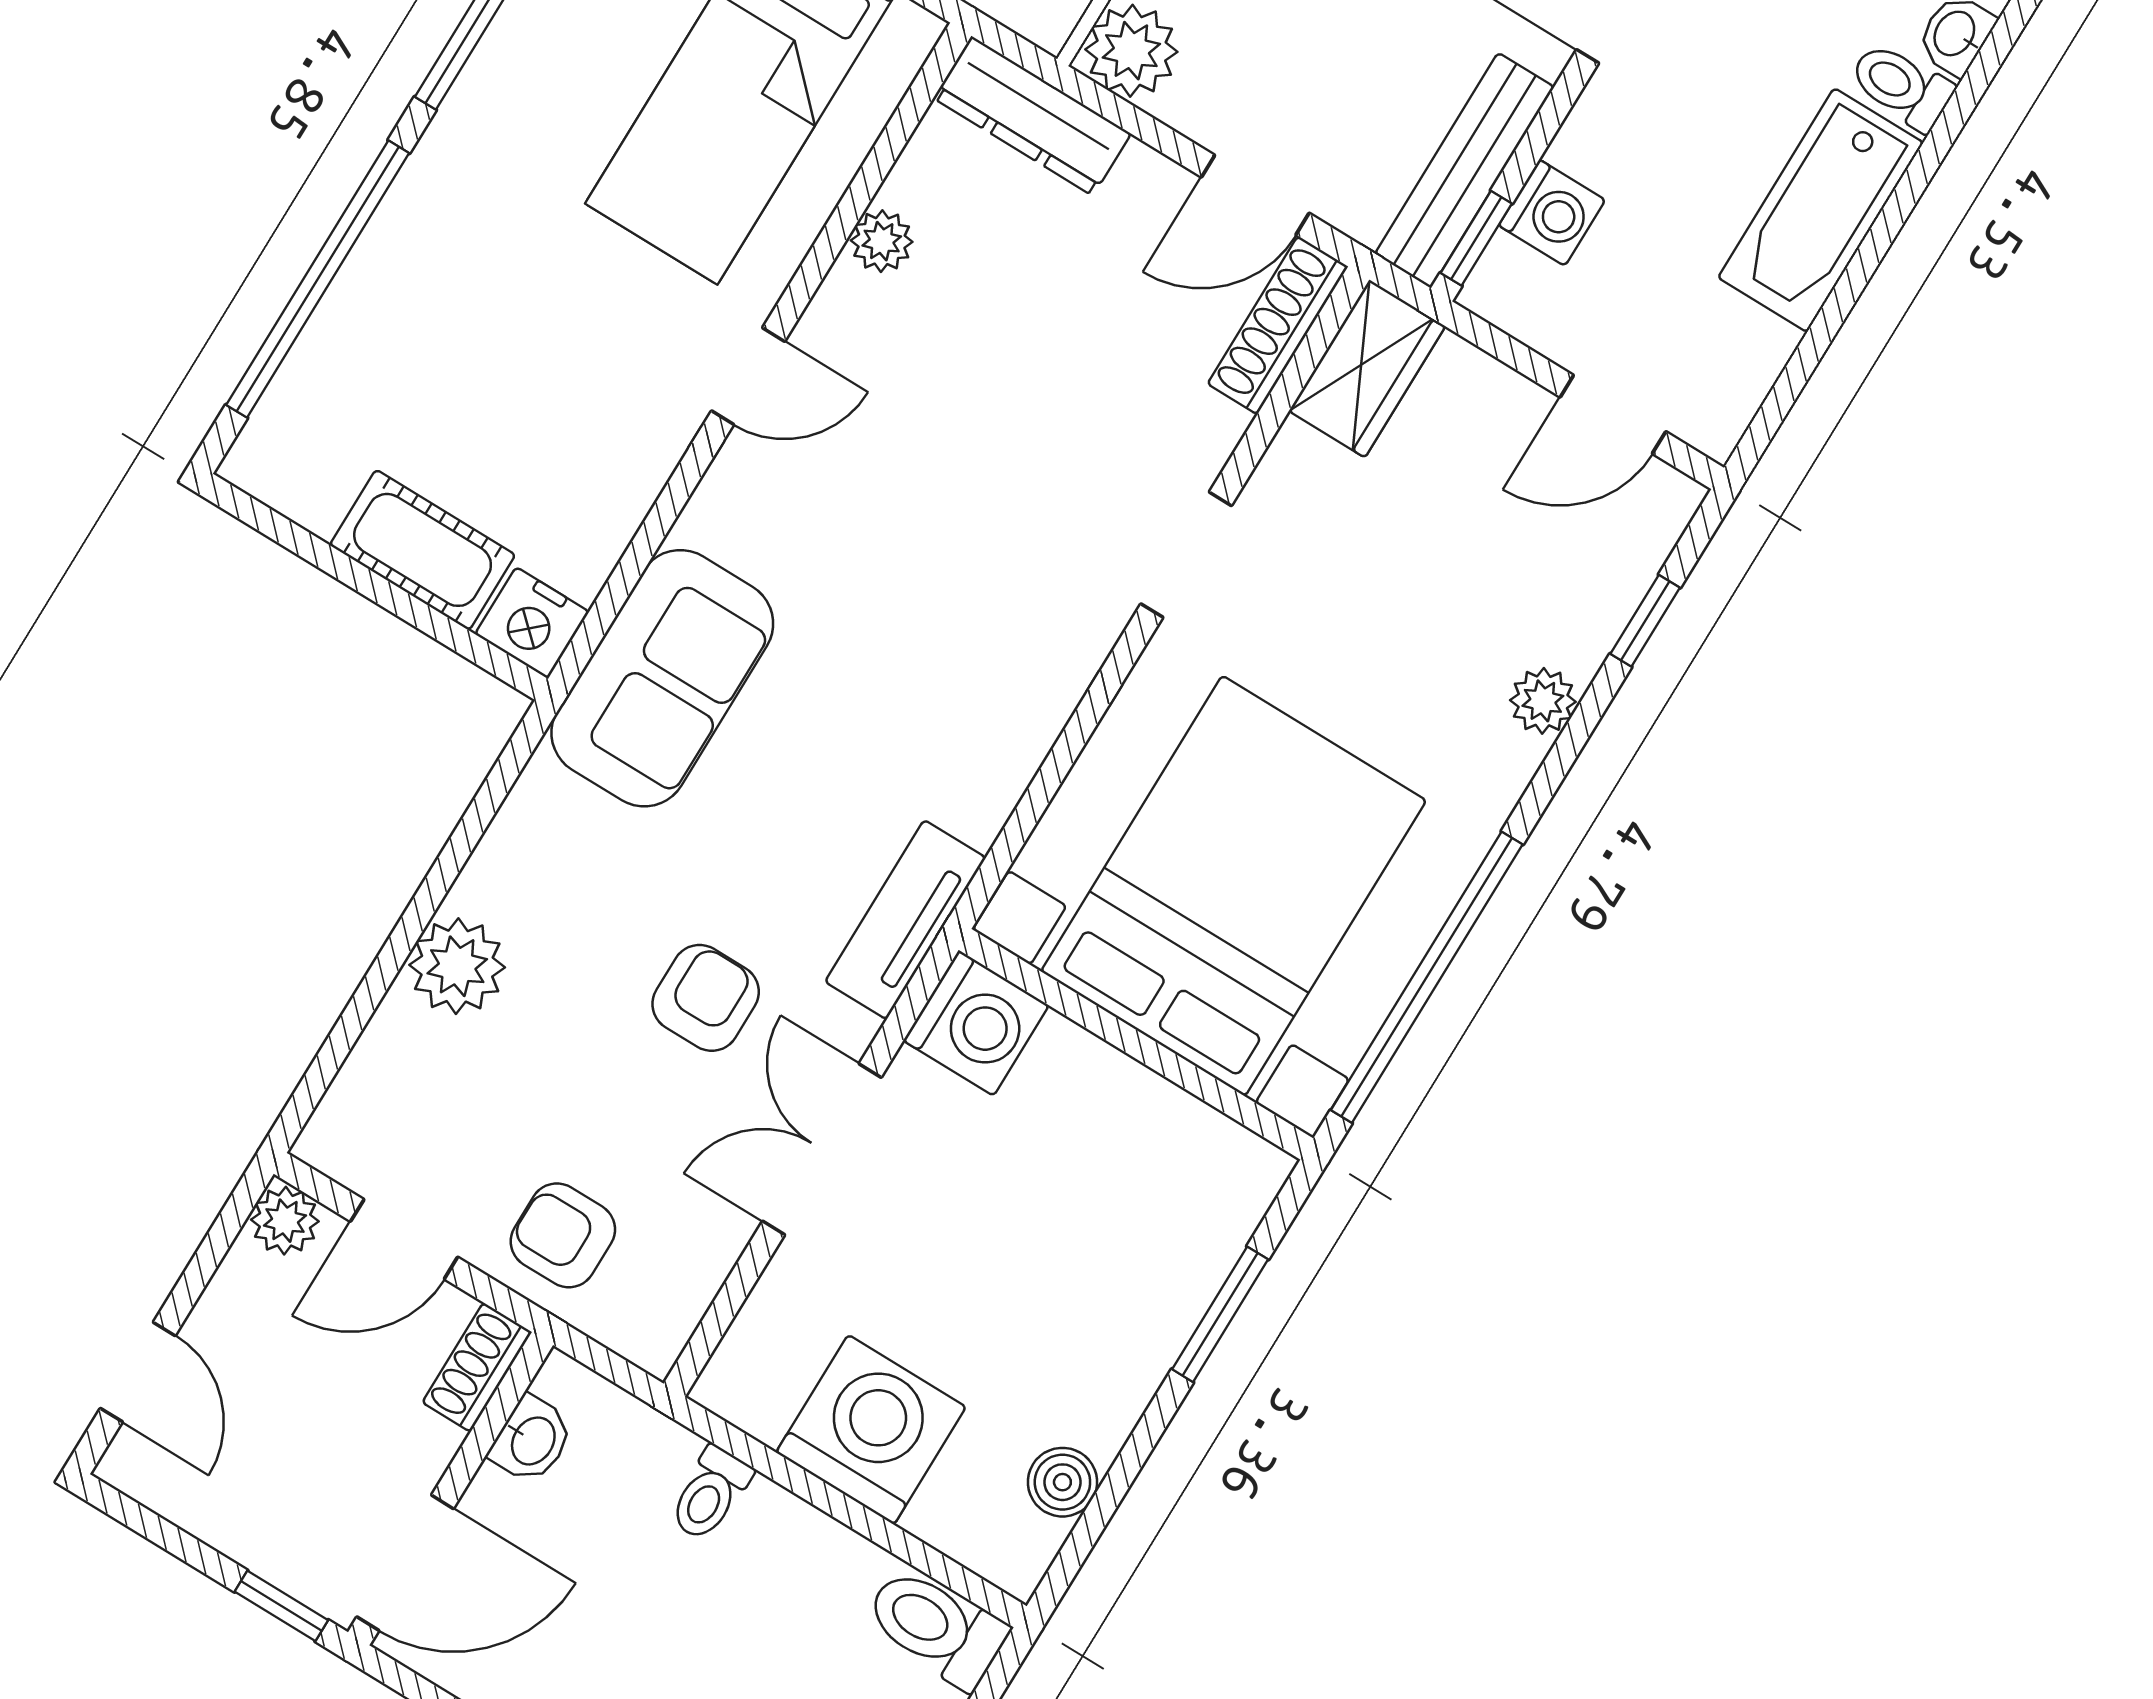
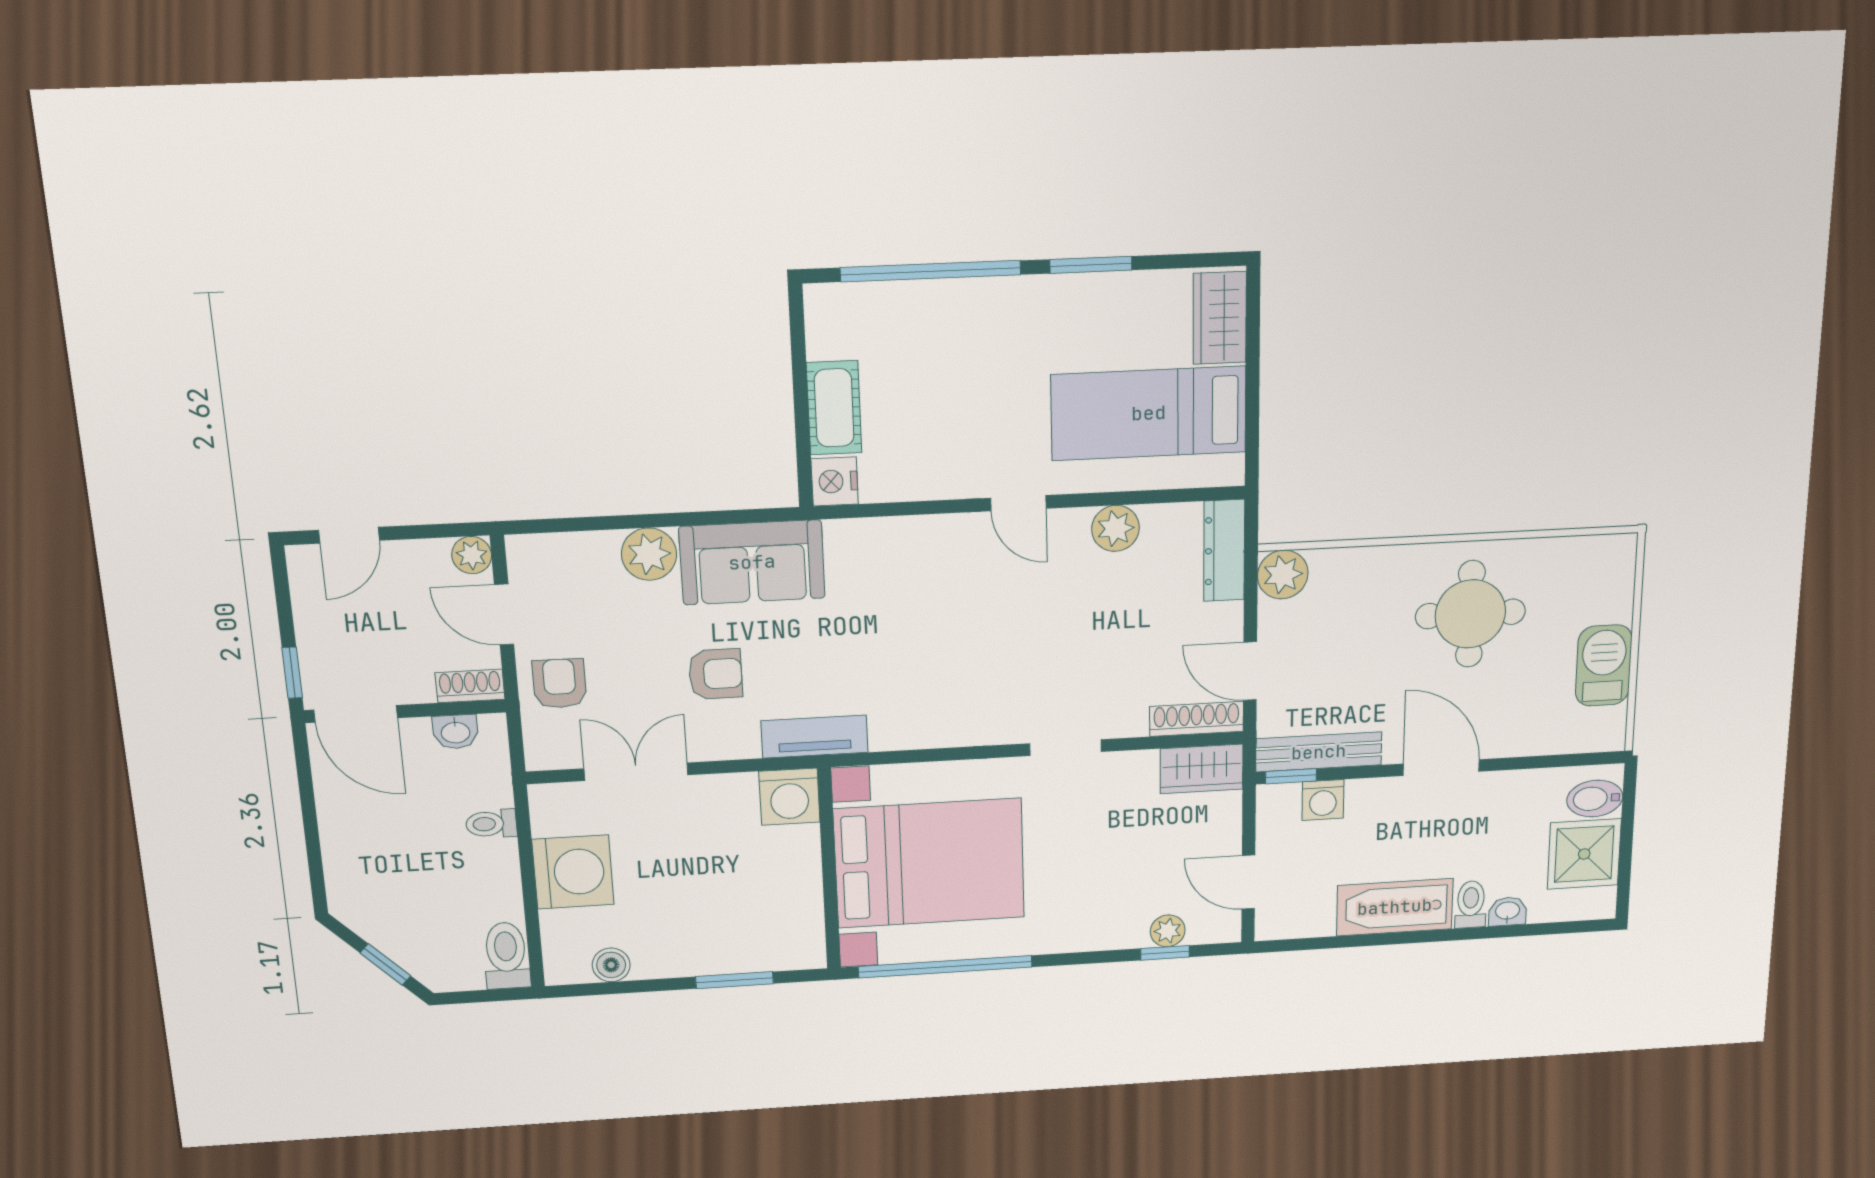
plant: (882, 241) -> (1115, 528), width x1.38, depth x1.38
sofa: (662, 678) -> (752, 562), moved
plant: (1543, 701) -> (1168, 931), moved
double door: (822, 1149) -> (636, 772), moved

